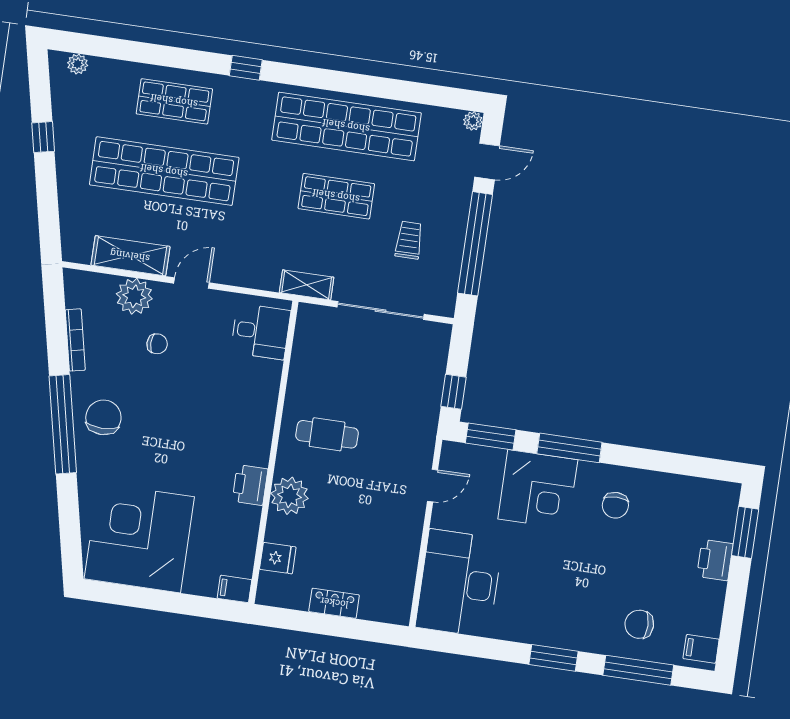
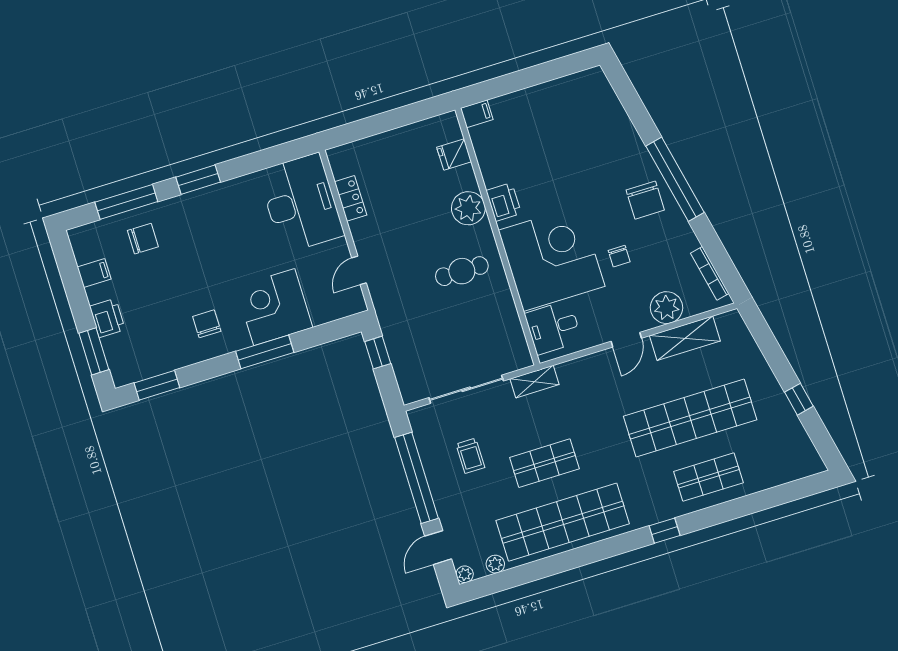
plant: (78, 64) -> (495, 564), moved
bookcase: (75, 340) -> (710, 273), moved
chair: (157, 344) -> (619, 256), moved, turned -90
window: (491, 436) -> (157, 385), moved
corner desk: (139, 538) -> (552, 258), moved, turned -90
locker: (334, 603) -> (351, 198), moved, turned -90
filing cabinet: (701, 649) -> (94, 273), moved

